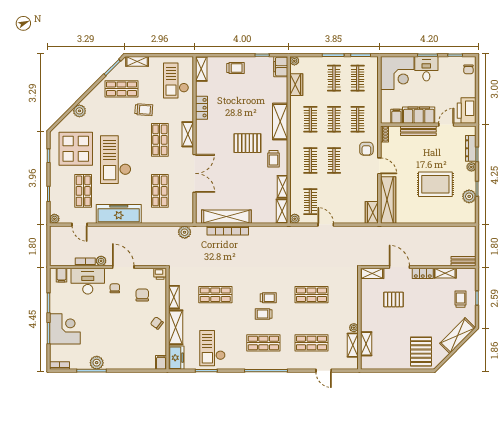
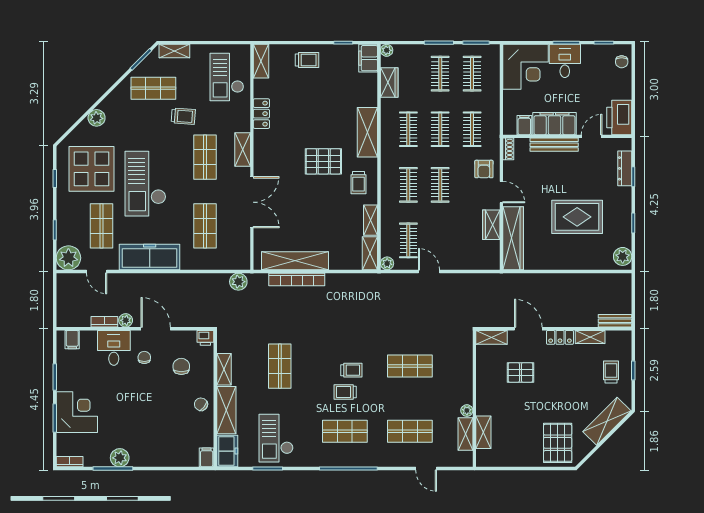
plant: (471, 167) -> (625, 193), removed
plant: (469, 196) -> (623, 256), moved
wardrobe: (372, 212) -> (491, 225), moved
plant: (54, 219) -> (68, 258), width x1.88, depth x1.88
desk: (88, 281) -> (114, 348), width x0.73
shop shelf: (215, 295) -> (280, 366), turned 90

